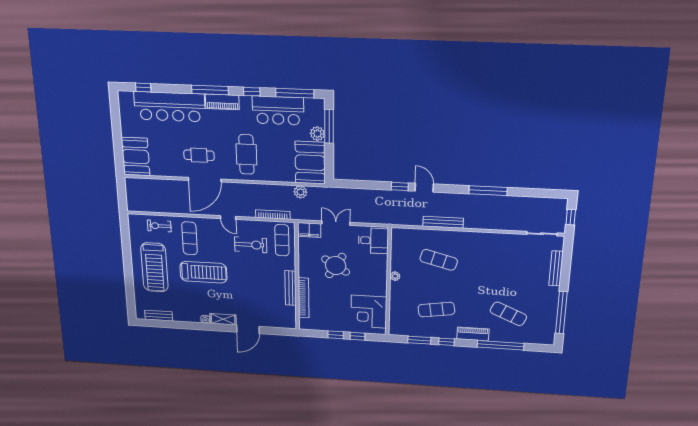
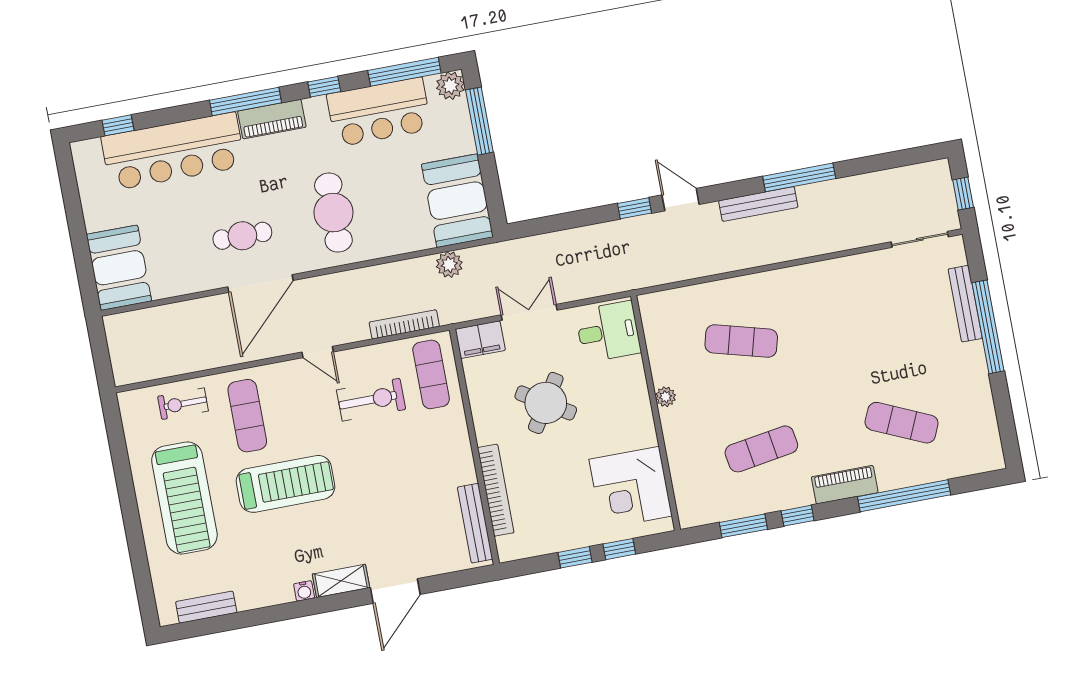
plant: (317, 134) -> (450, 86), moved
bench: (443, 222) -> (758, 204), moved
bench: (291, 288) -> (475, 523), moved
window: (561, 313) -> (988, 327), moved

